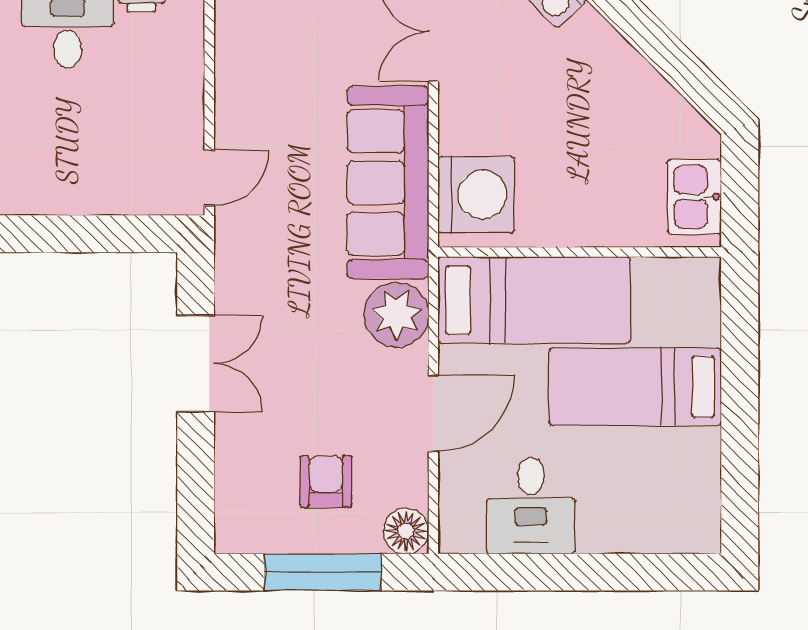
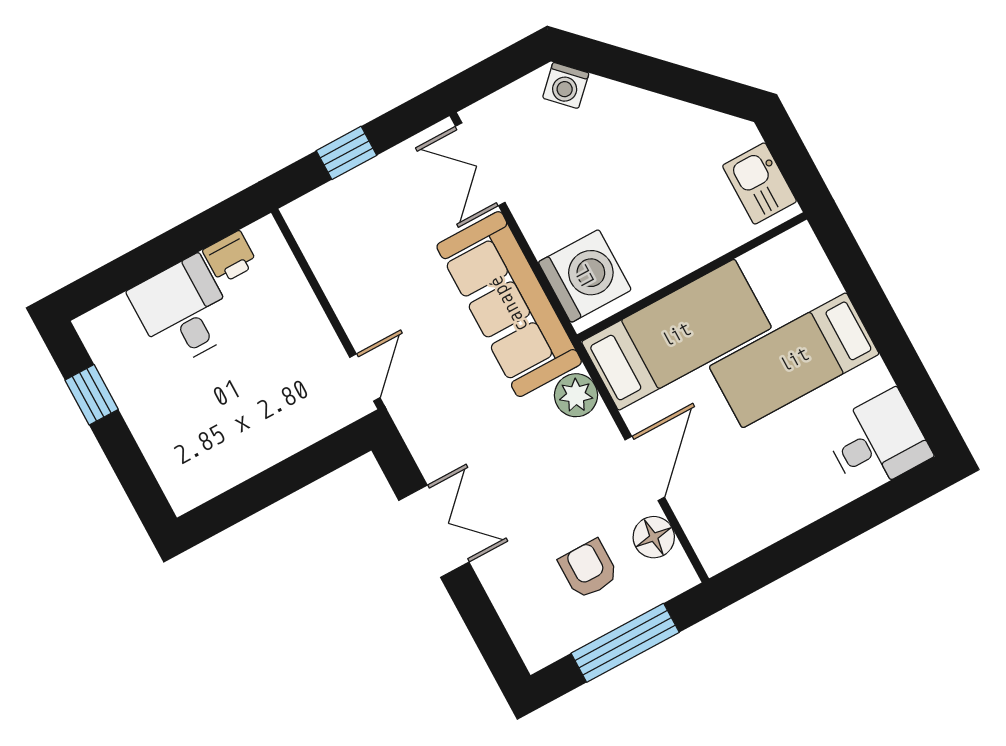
plant: (396, 315) -> (576, 395), width x0.73, depth x0.73
desk: (531, 506) -> (878, 442), moved, turned -90
floor lamp: (406, 531) -> (654, 537), moved

